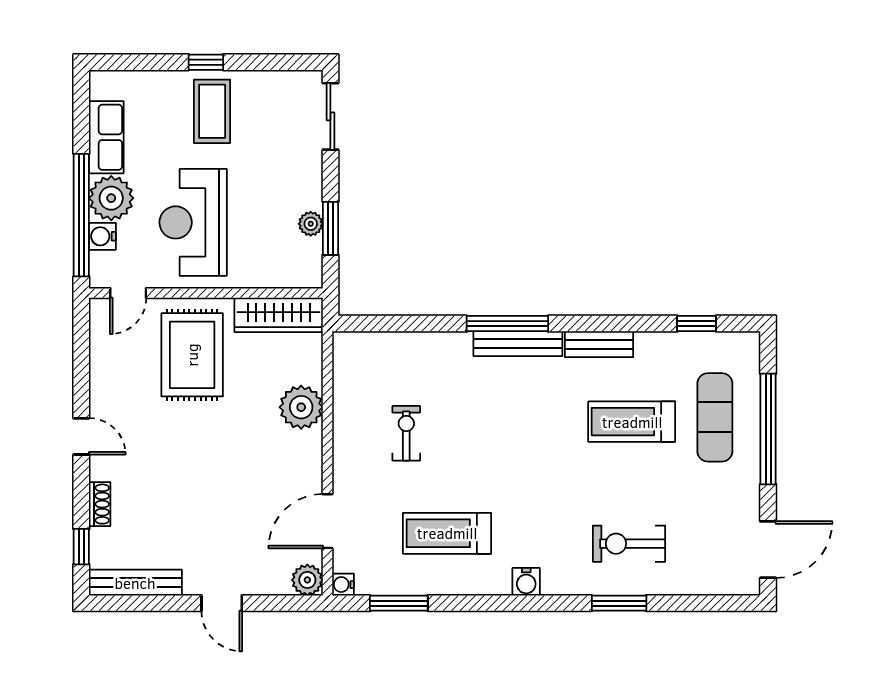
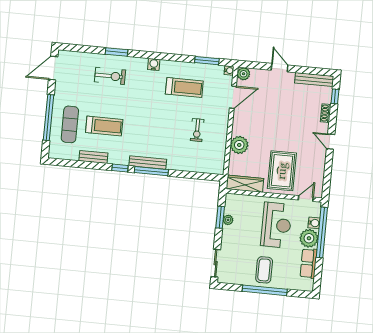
window: (206, 62) -> (265, 290), width x3.17
window: (697, 324) -> (120, 168), moved
bench: (599, 344) -> (93, 157), moved

